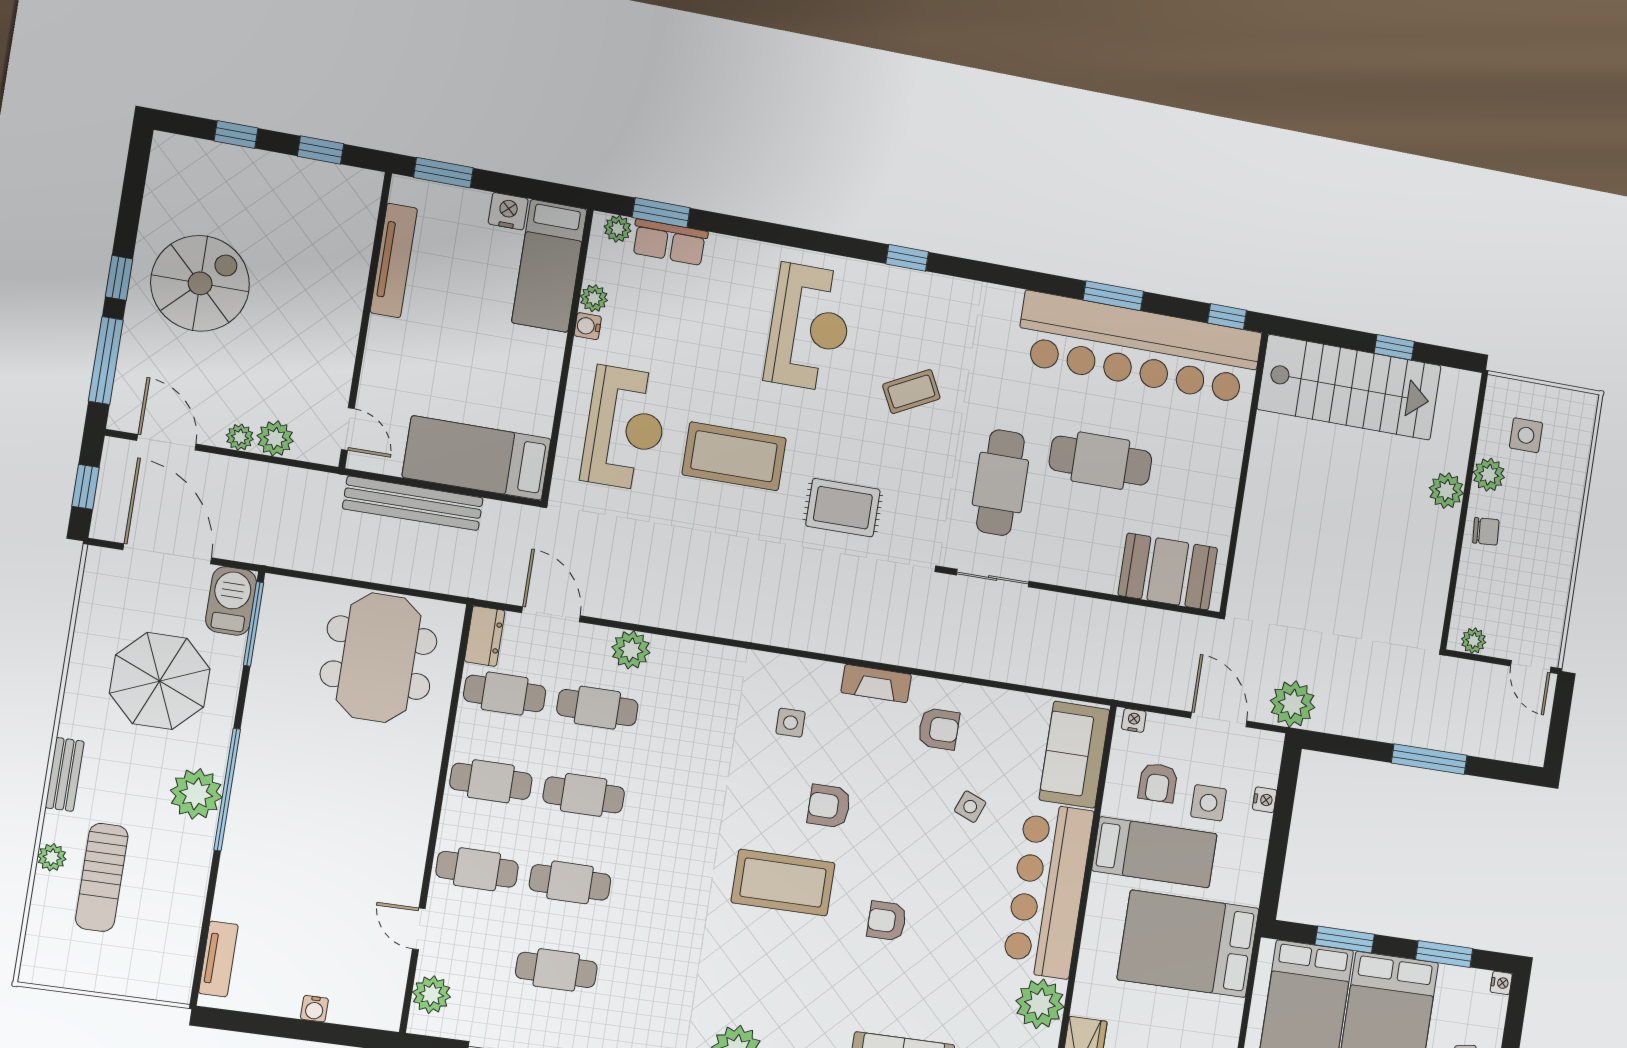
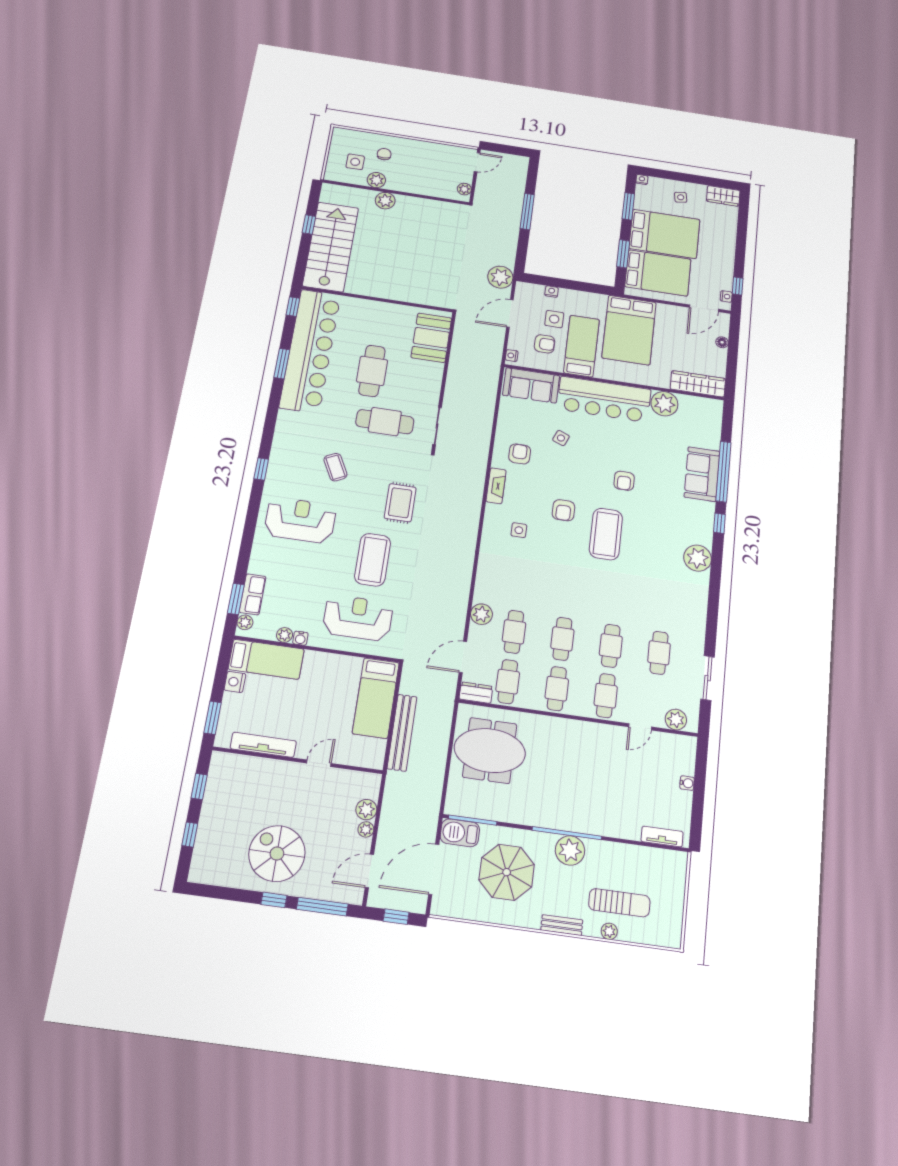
door: (348, 429) -> (319, 763), moved
chair: (1486, 531) -> (384, 154), moved

